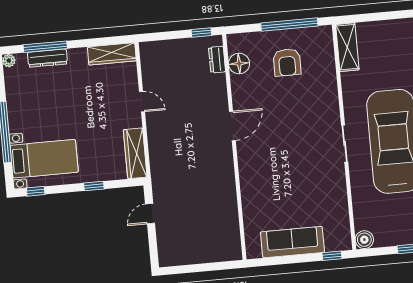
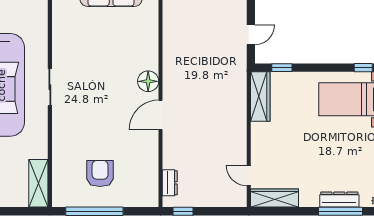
floor lamp: (239, 64) -> (148, 81), moved
door: (142, 102) -> (249, 176), moved
window: (94, 186) -> (282, 68), moved

